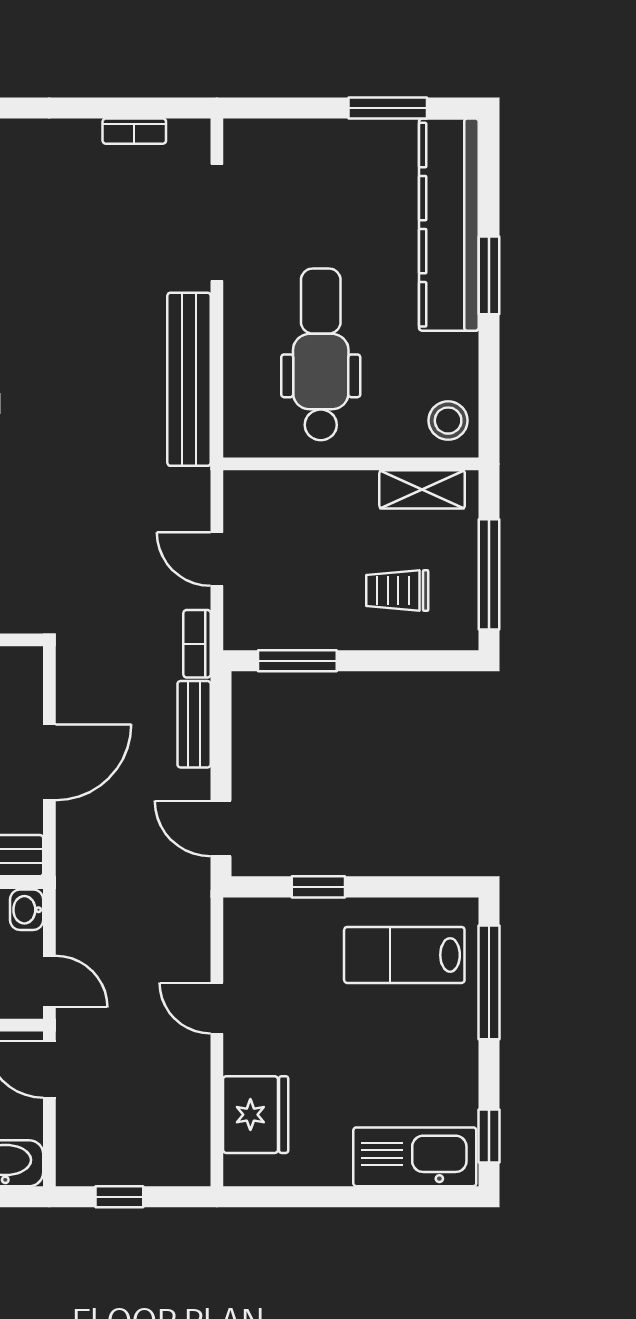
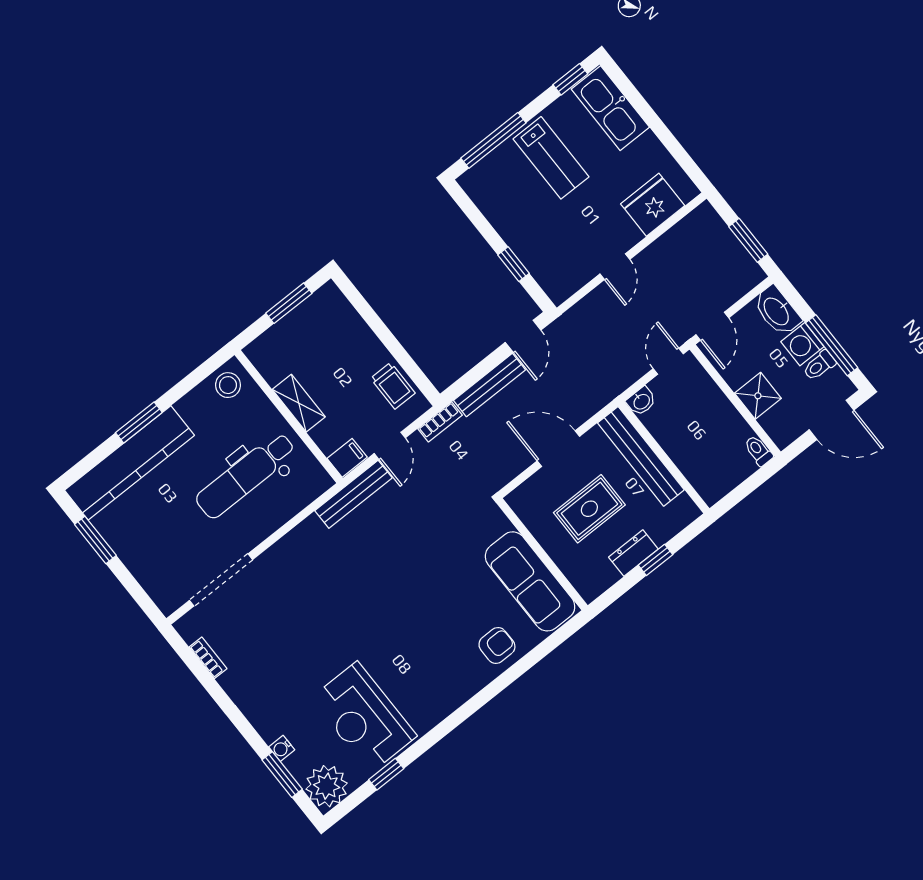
bench: (189, 379) -> (353, 494), moved, width x0.73, depth x0.82
shelving: (422, 489) -> (299, 403), moved
filing cabinet: (243, 495) -> (347, 458), added
window: (489, 574) -> (289, 303), width x0.69
trolley: (397, 590) -> (393, 386), moved
window: (297, 661) -> (409, 365), removed
bench: (194, 724) -> (489, 385), width x1.36
lab bench: (404, 955) -> (551, 158), moved
window: (119, 1197) -> (748, 240), width x1.50

